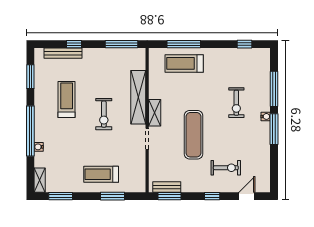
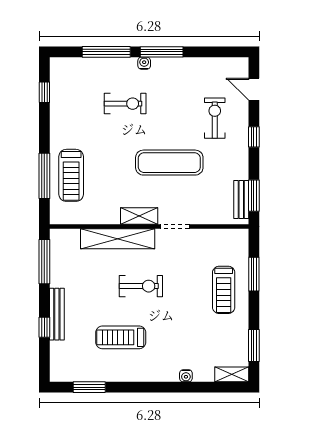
bench: (63, 53) -> (57, 314), moved
window: (30, 131) -> (164, 387), removed

